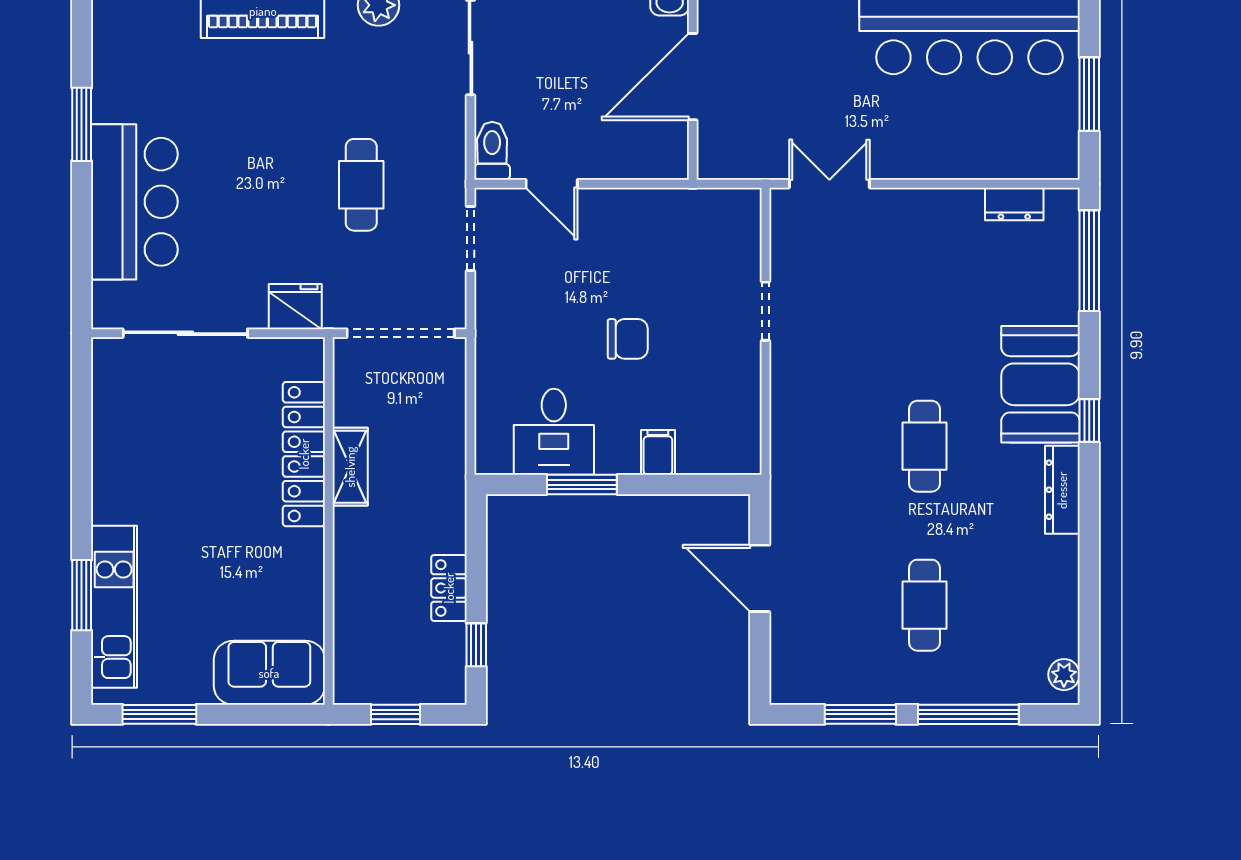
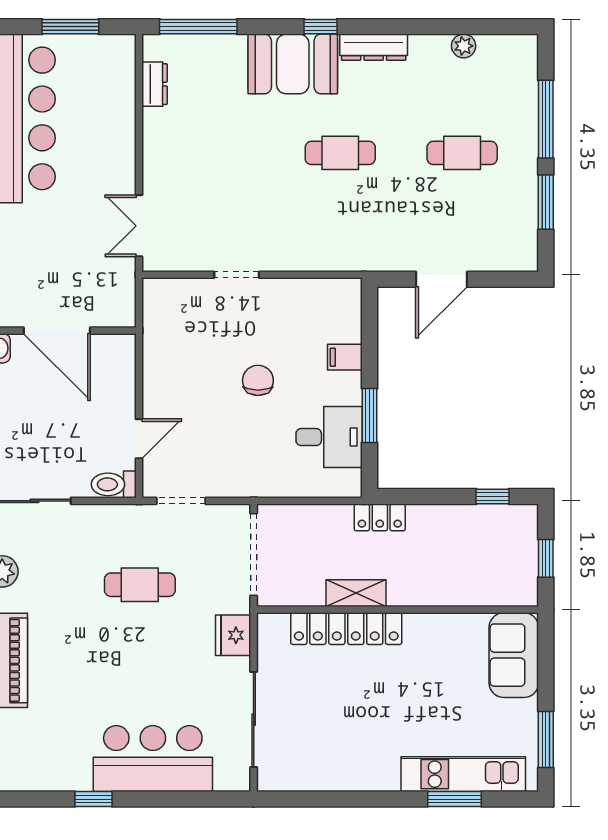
window: (82, 124) -> (93, 799), width x0.67
locker: (449, 588) -> (380, 517), moved
plant: (1064, 675) -> (464, 46), moved

